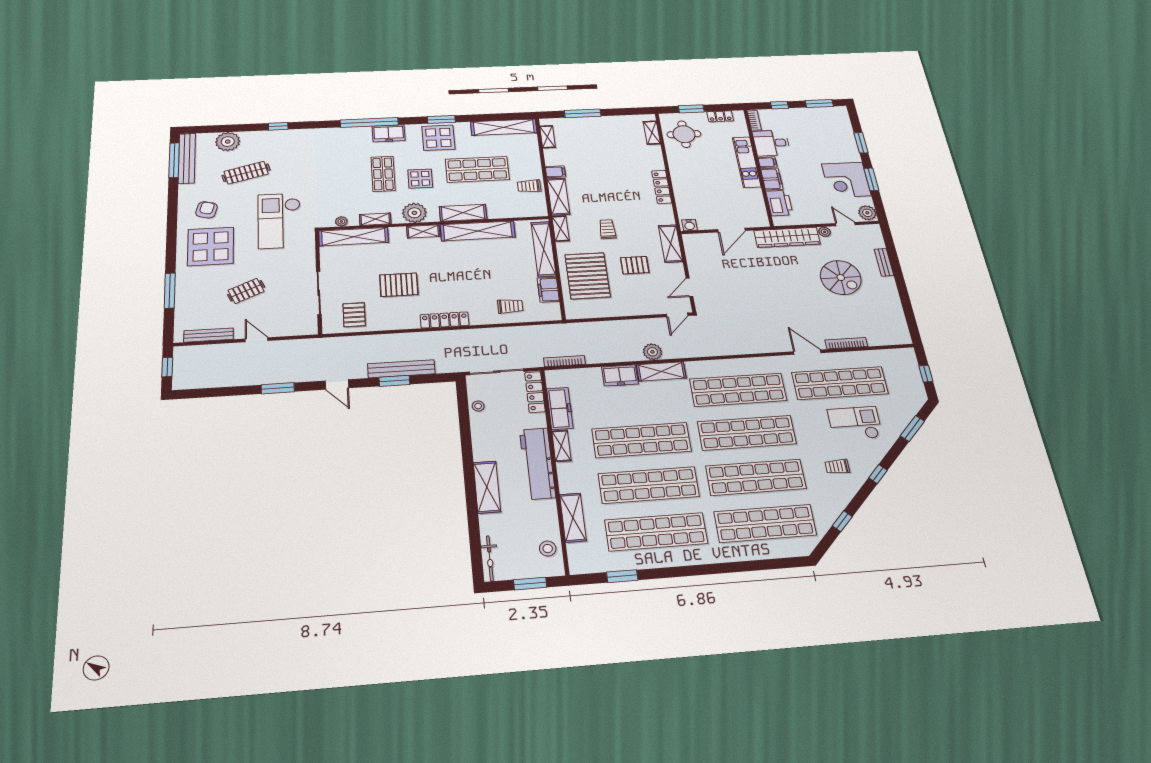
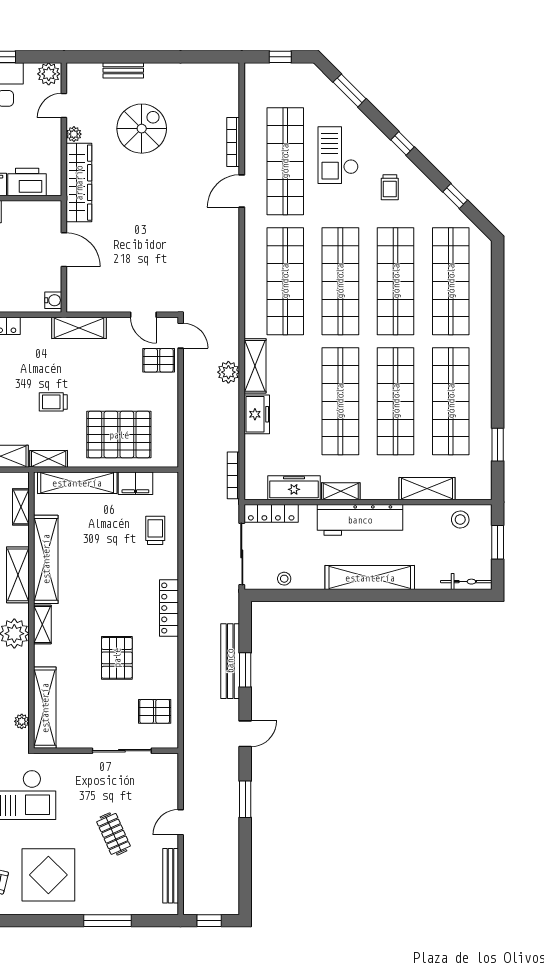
shelving: (375, 219) -> (21, 507), moved
pallet: (635, 265) -> (159, 360), moved, turned 90
shelving: (487, 487) -> (370, 578), width x1.47

